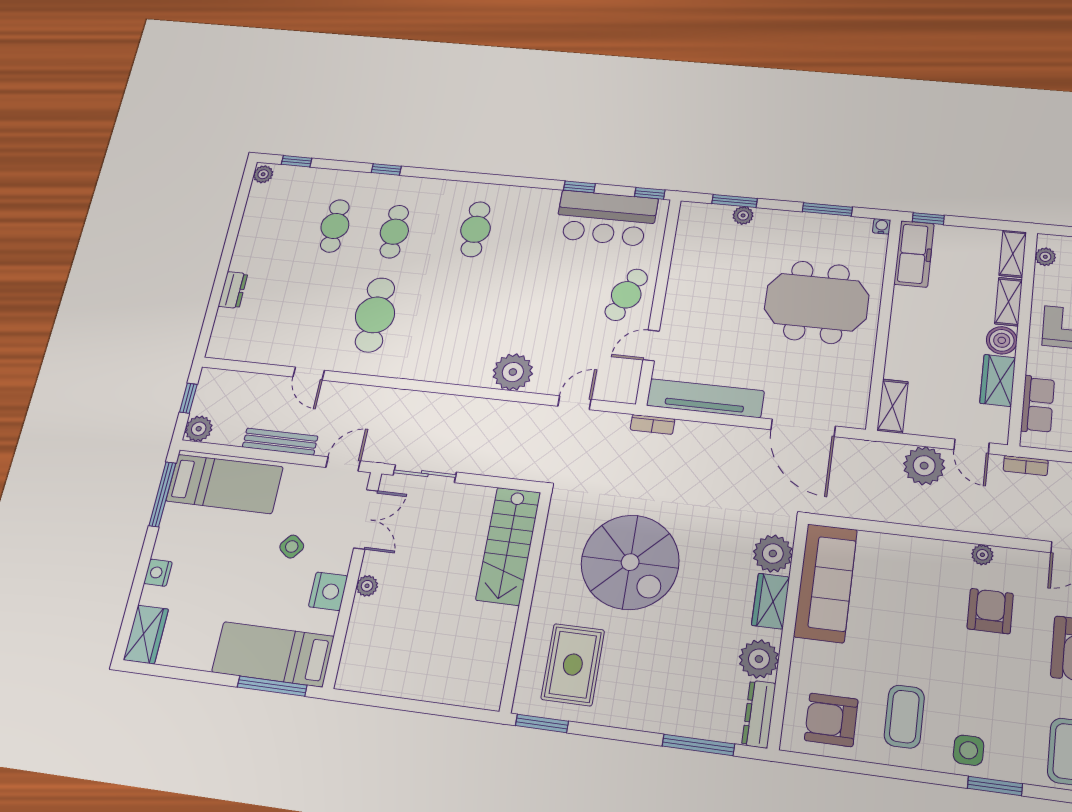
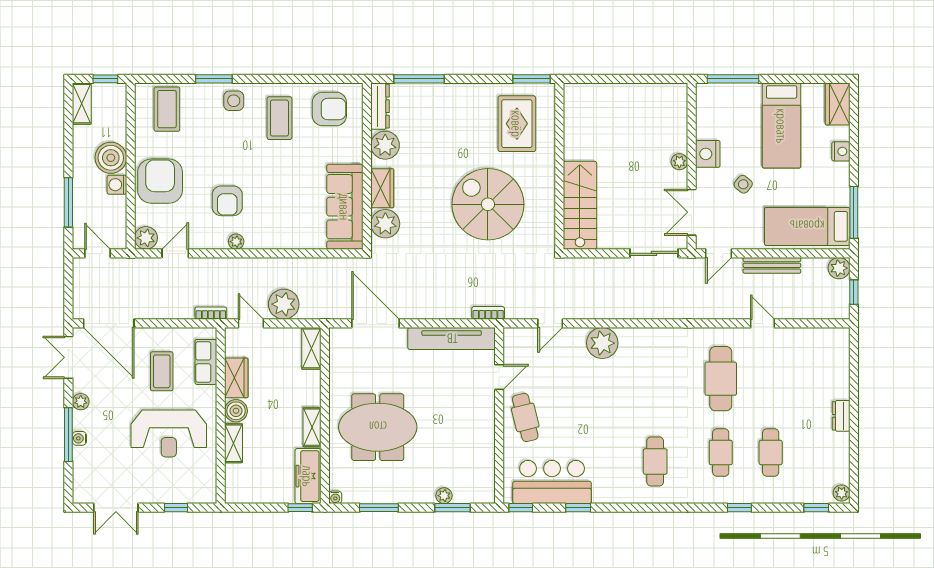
shelving: (1013, 254) -> (312, 427), moved
plant: (1045, 257) -> (209, 484), removed
dresser: (233, 290) -> (841, 416), moved
cafe table: (626, 295) -> (525, 417), turned -36
bed: (273, 654) -> (782, 126), moved, turned 90

